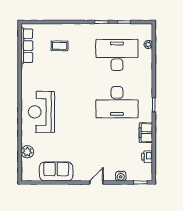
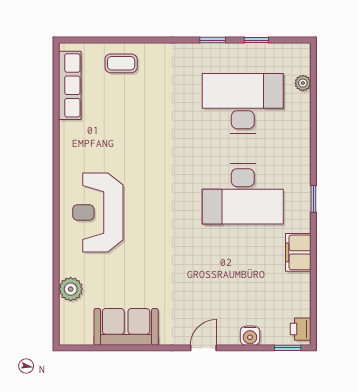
coffee table: (60, 46) -> (121, 63), moved
printer: (147, 157) -> (301, 329), moved

